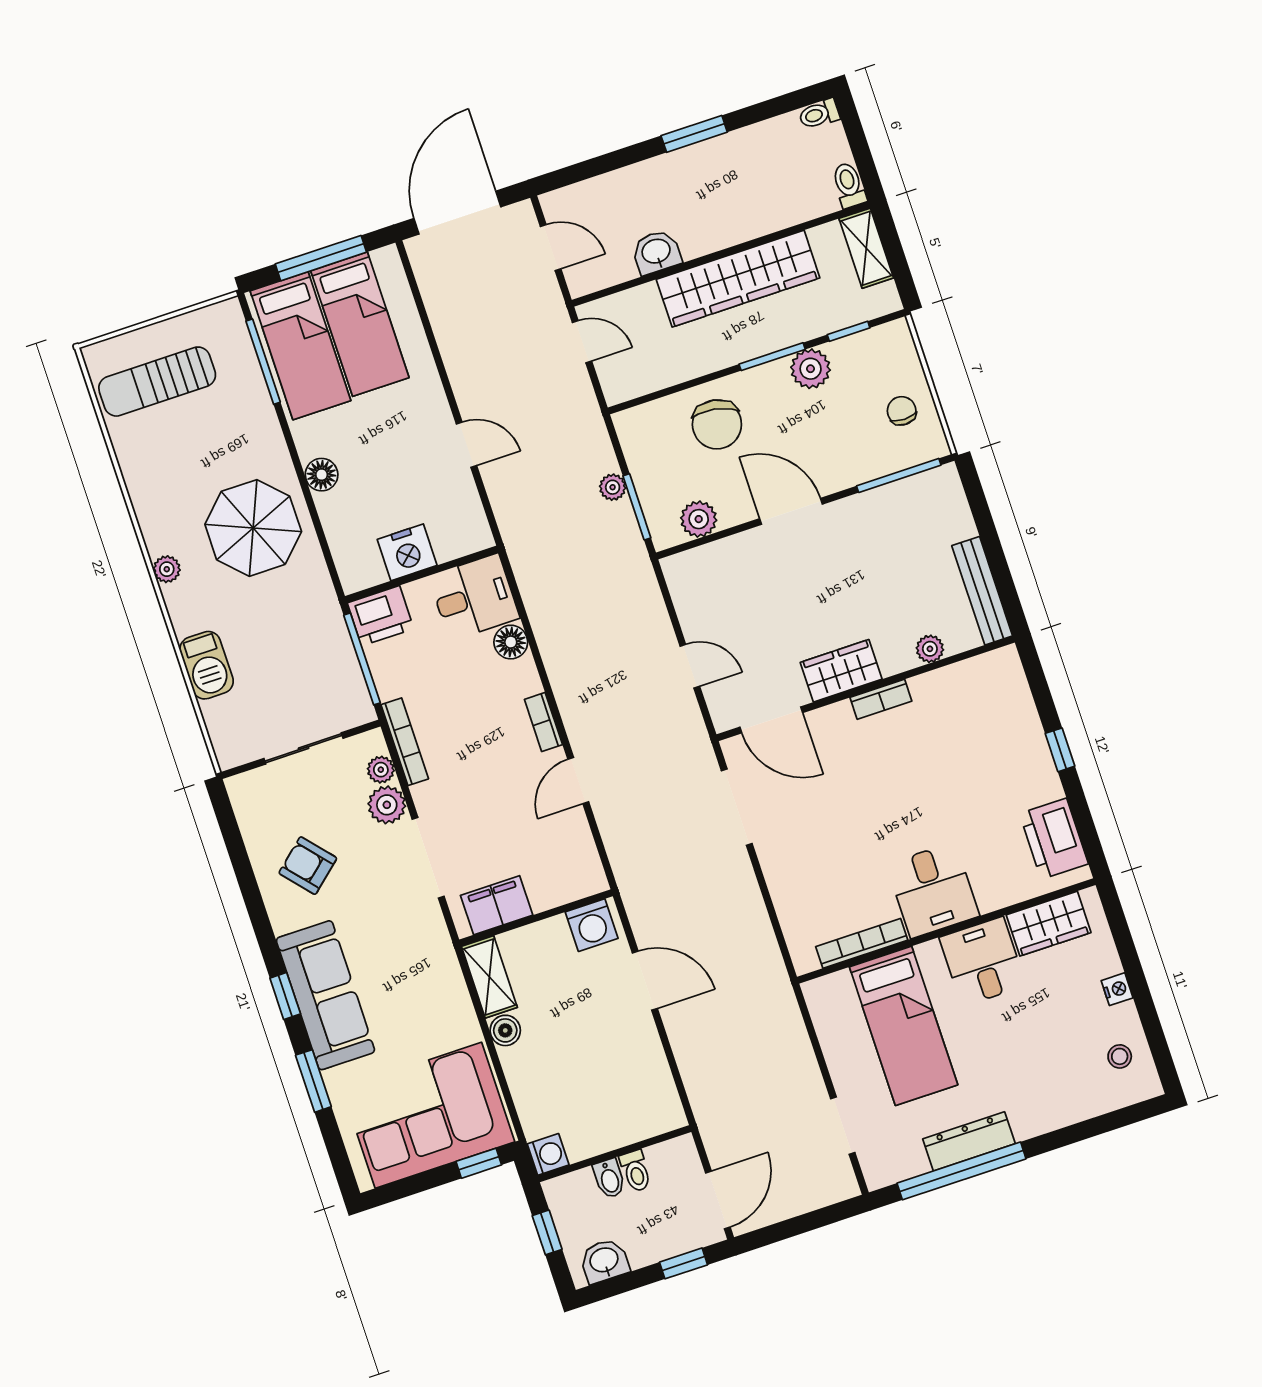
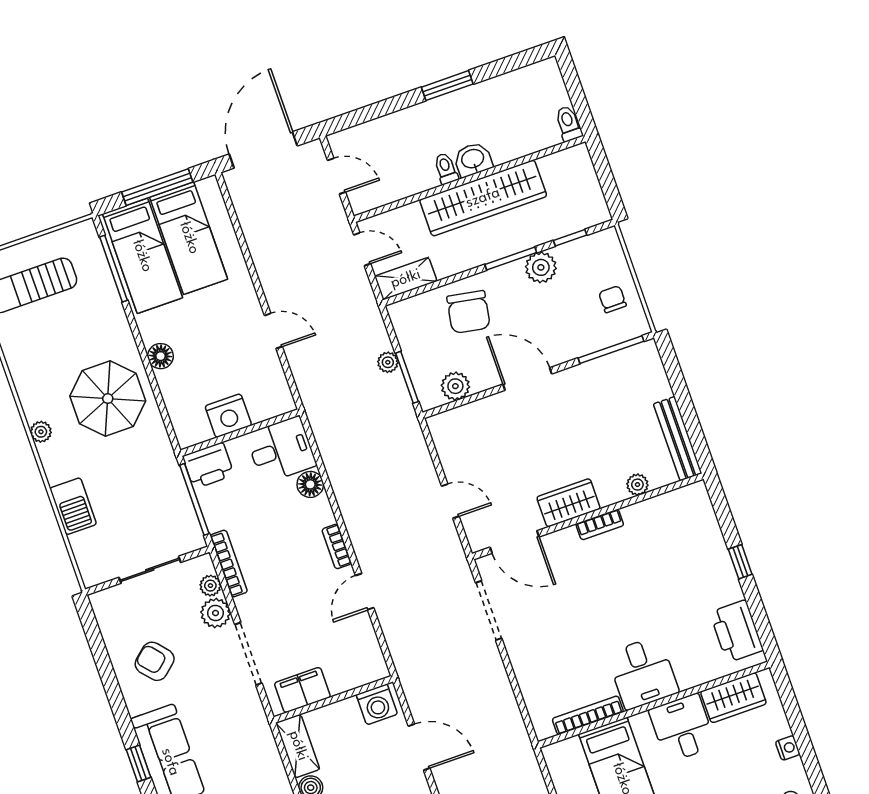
toilet: (819, 114) -> (446, 169), moved, turned 90
shelving: (866, 248) -> (406, 279), moved, turned 90
washbasin: (656, 252) -> (473, 159), moved

